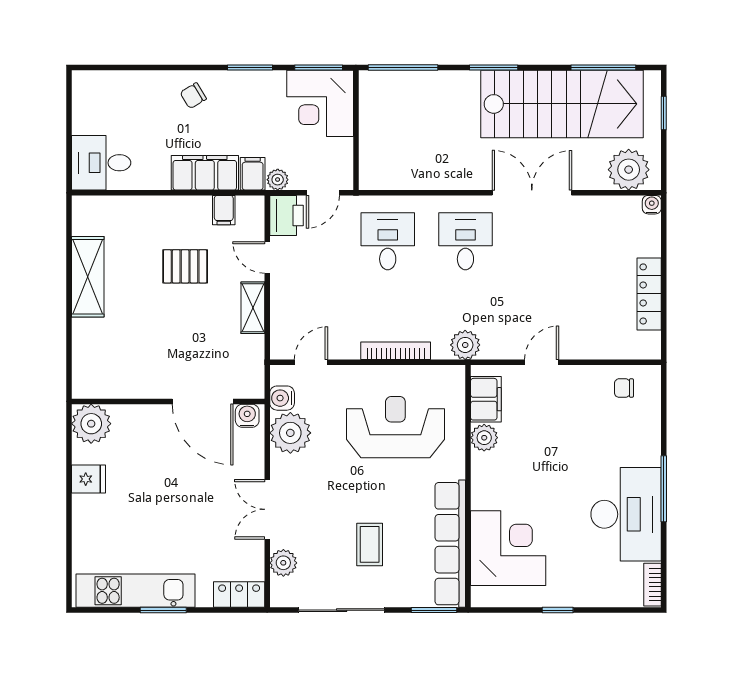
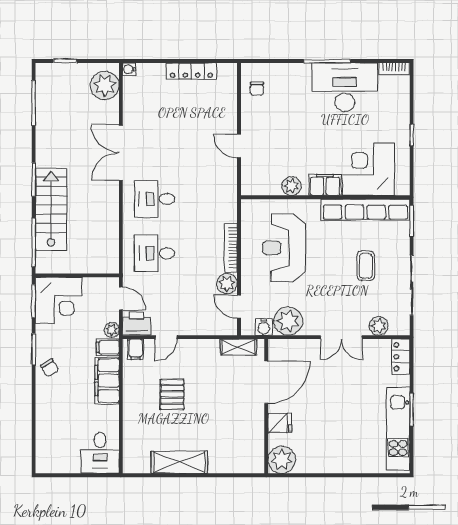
chair: (193, 96) -> (50, 368), moved
stairs: (562, 104) -> (51, 209), moved, width x0.73, depth x0.66
filing cabinet: (224, 210) -> (136, 349), moved, turned 90
shelving: (253, 308) -> (239, 347), moved
plant: (465, 345) -> (227, 284), moved
filing cabinet: (486, 399) -> (325, 185), moved
water cooler: (247, 416) -> (276, 351), removed
fridge: (88, 479) -> (280, 423), moved, turned 90
coffee table: (370, 544) -> (366, 266), turned 90

